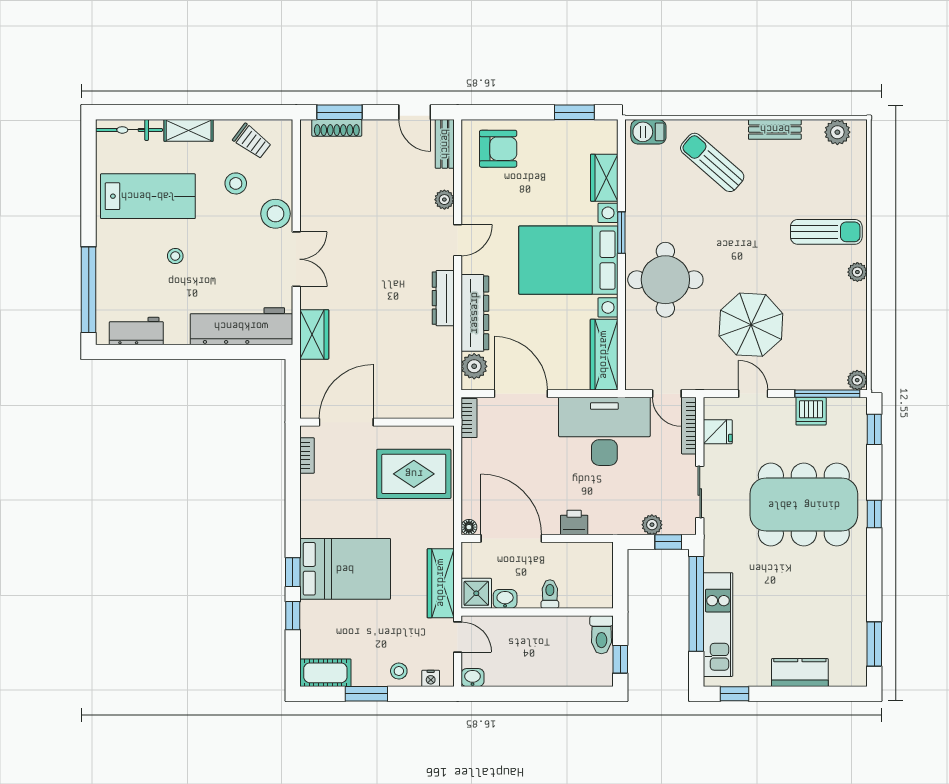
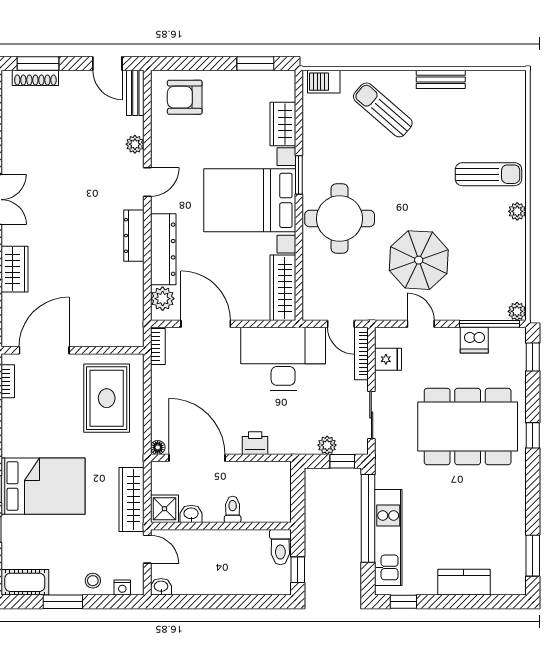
plant: (837, 132) -> (499, 82), removed
armchair: (498, 149) -> (185, 97), turned 180
rug: (414, 474) -> (107, 398), turned 90

